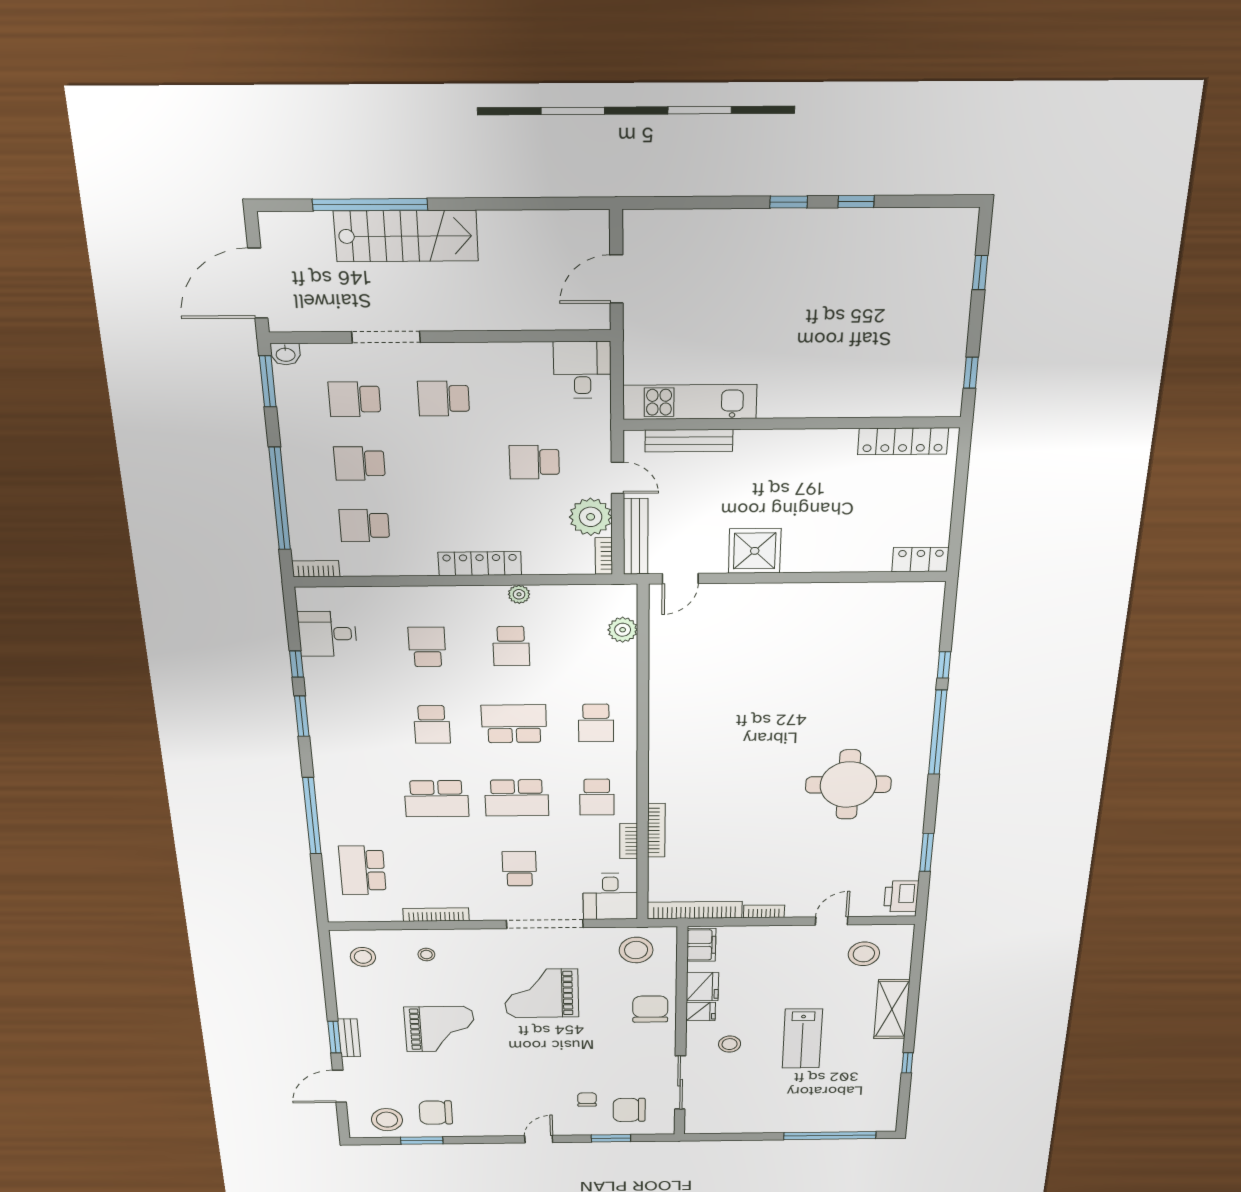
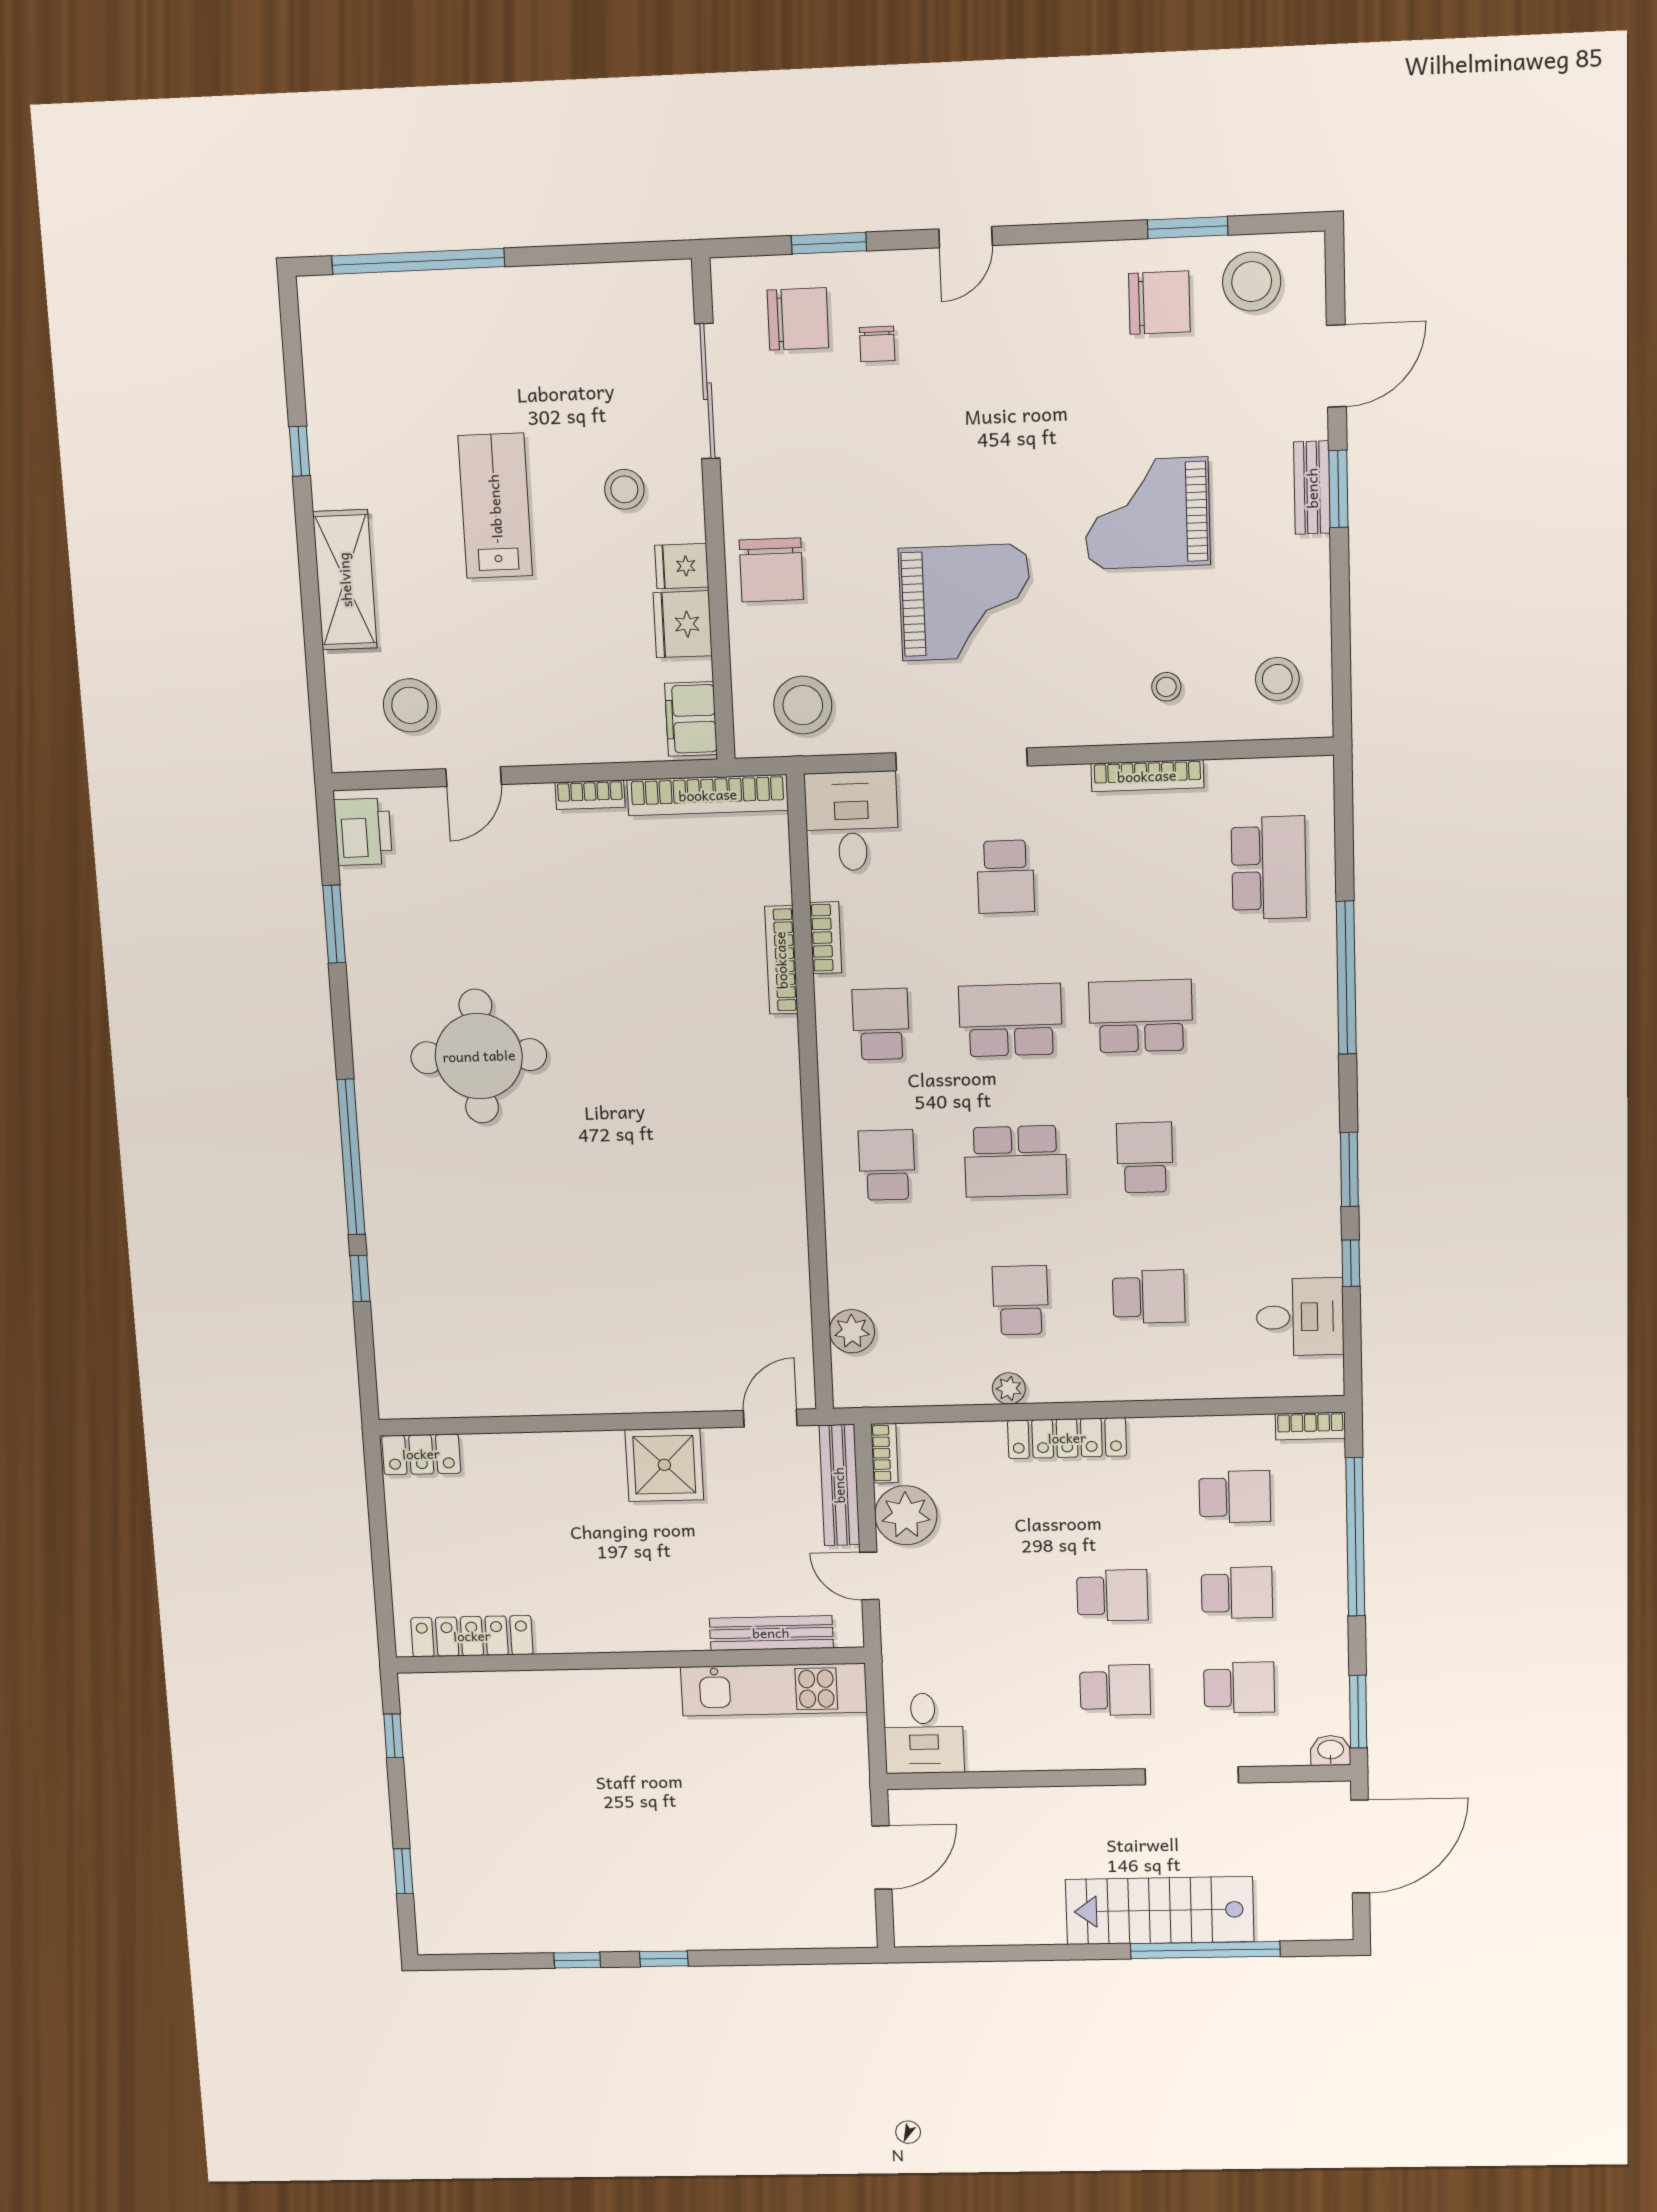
school desk: (534, 462) -> (1112, 1595), moved
school desk: (427, 647) -> (1149, 1297), turned -90

